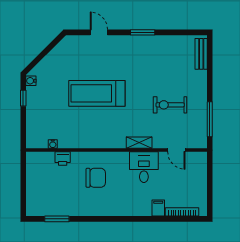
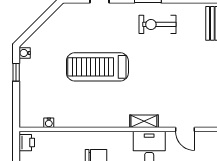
exercise bike: (170, 105) -> (158, 24), moved
printer: (63, 159) -> (27, 143), moved, turned -90

